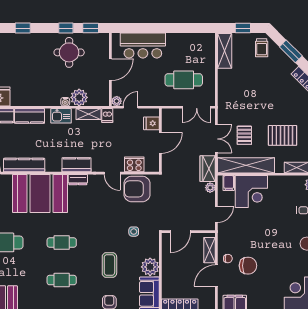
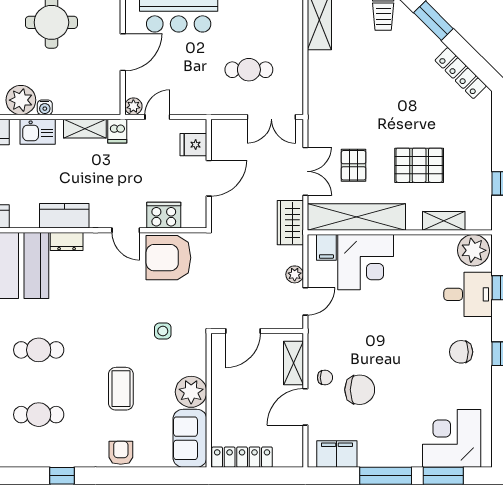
cafe table: (184, 80) -> (249, 70), width x0.73, depth x0.74
plant: (79, 97) -> (21, 100), moved
plant: (210, 188) -> (295, 274), moved

